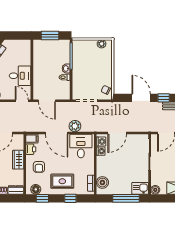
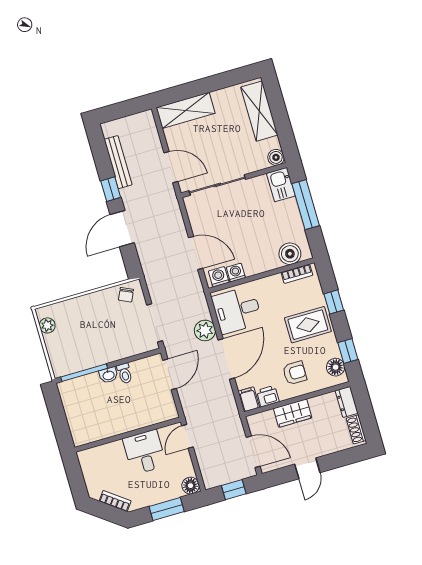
window: (50, 35) -> (59, 420), removed
door: (47, 101) -> (170, 374), moved
rug: (62, 181) -> (308, 325), turned 90

